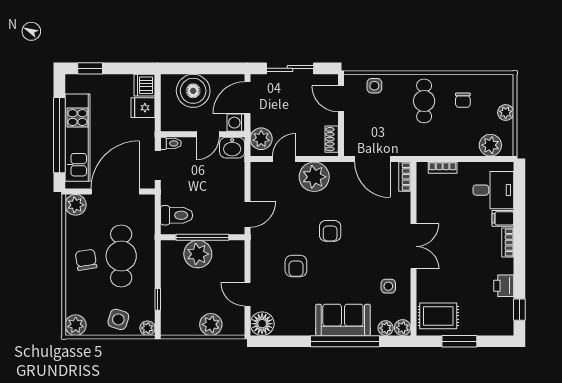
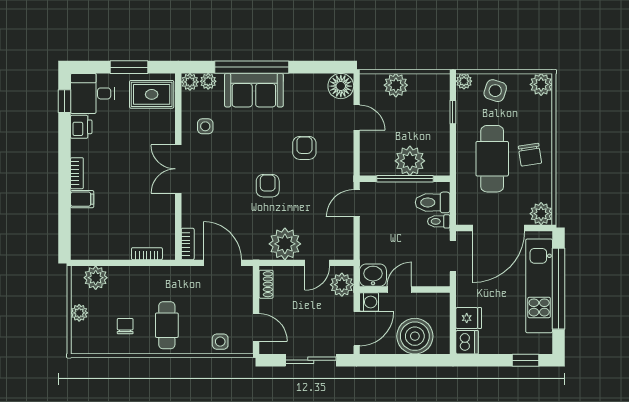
toilet: (171, 143) -> (439, 221), moved
desk: (493, 190) -> (92, 93), moved

